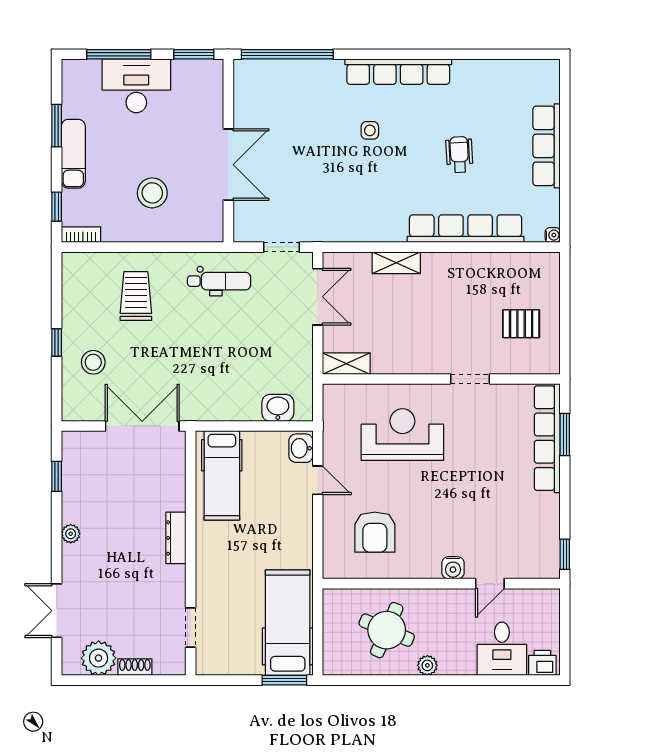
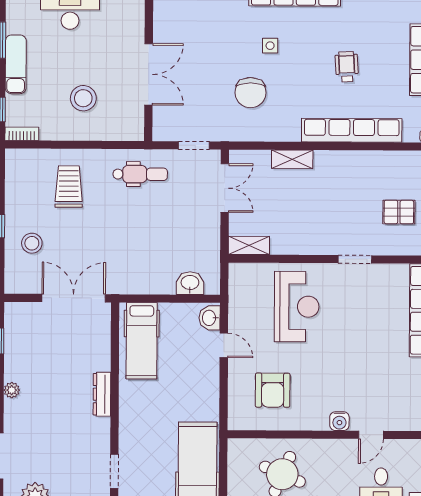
chair: (347, 185) -> (251, 93), added
reception desk: (402, 435) -> (297, 307), turned 90

